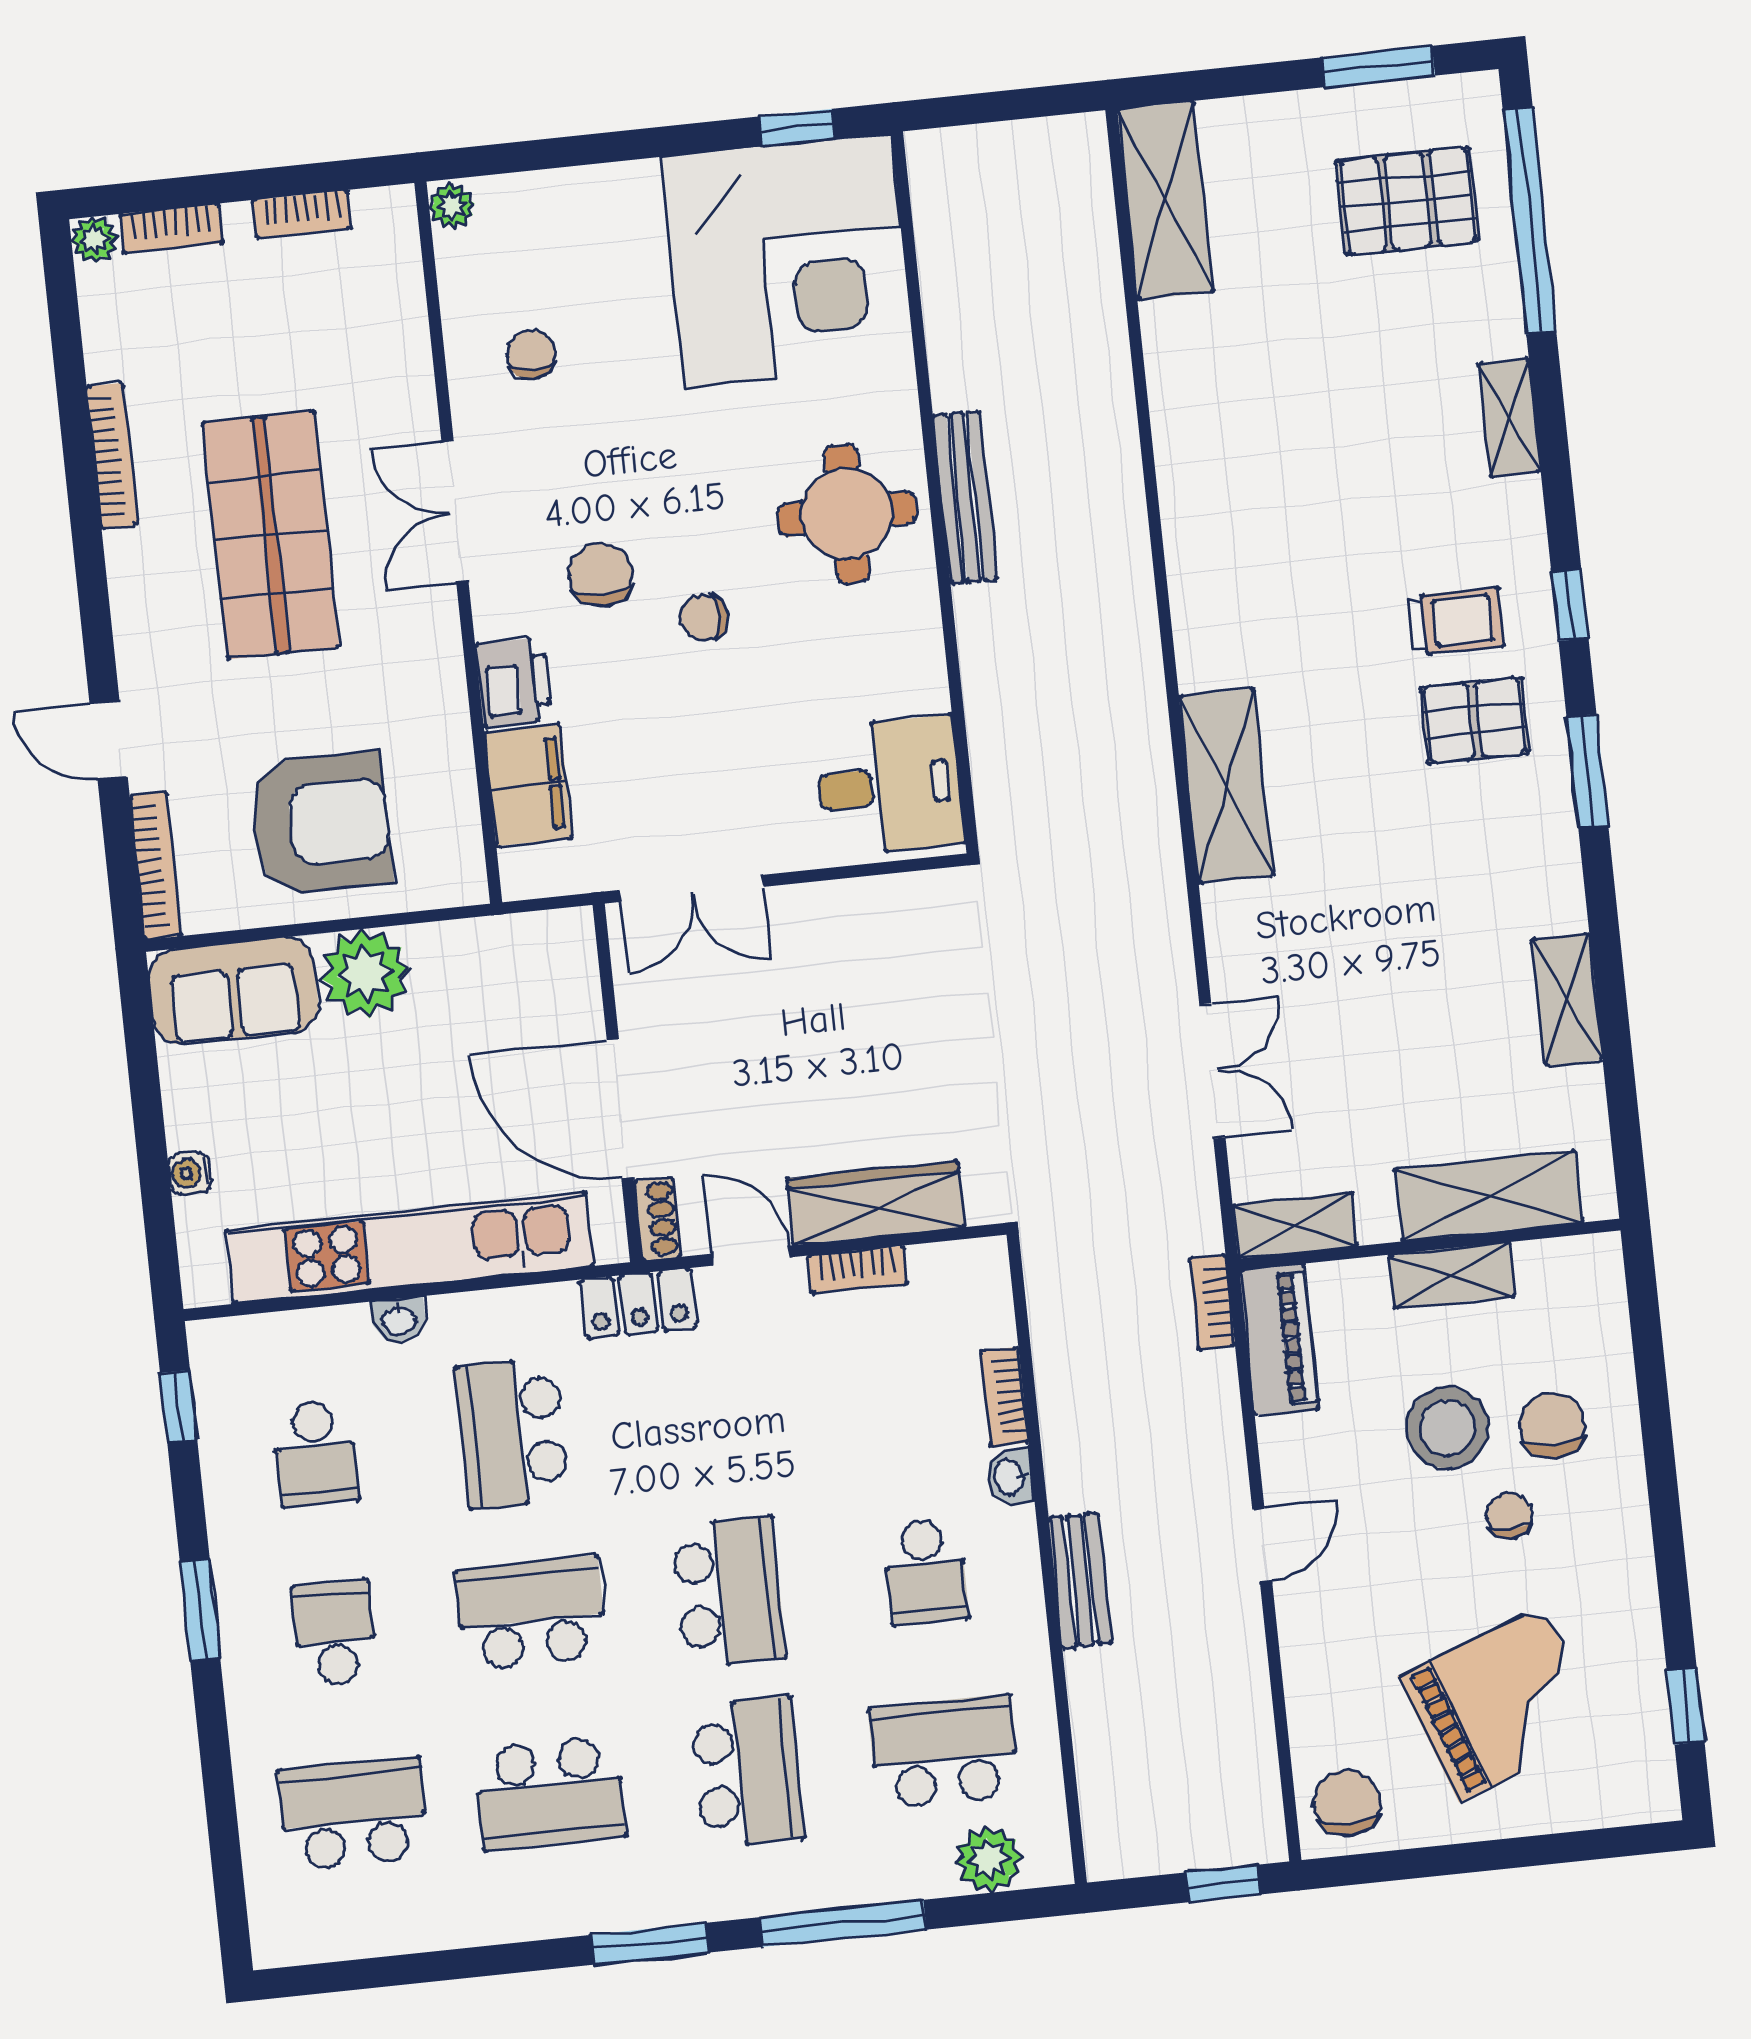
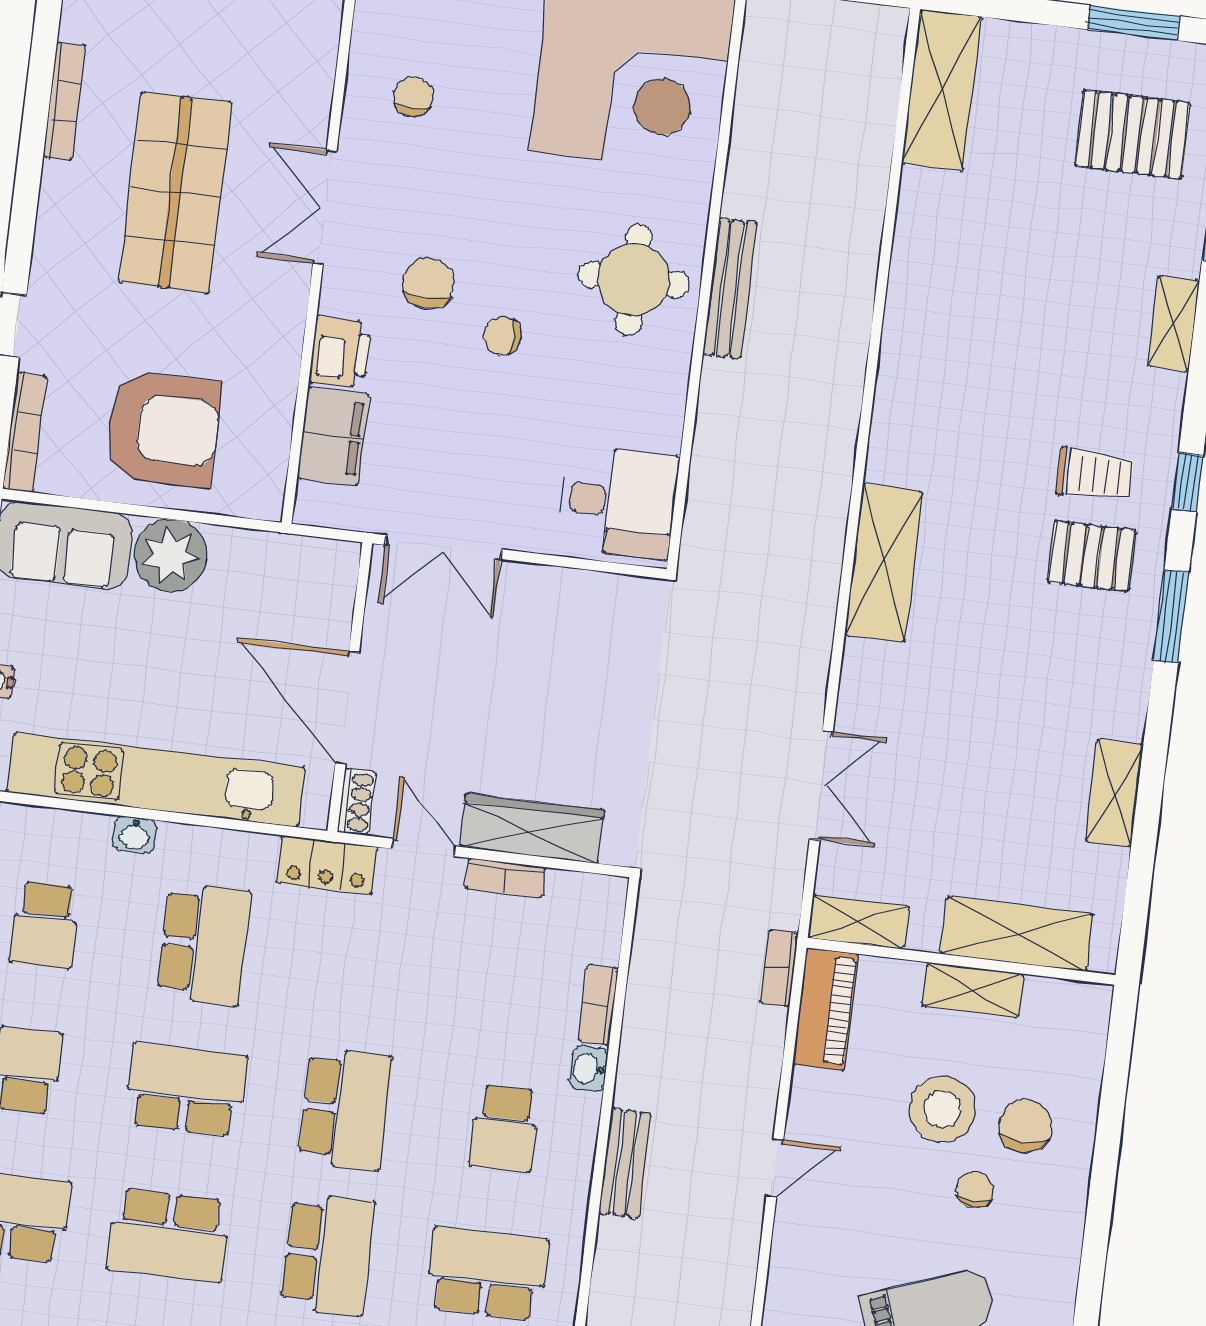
school desk: (512, 1433) -> (204, 944), turned 180

